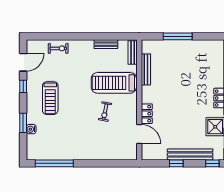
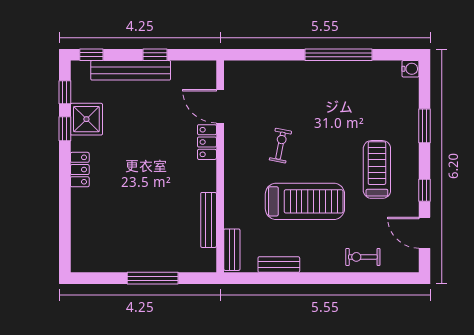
door: (23, 62) -> (425, 233), hinge flipped
treadmill: (114, 83) -> (305, 201), moved
water cooler: (31, 129) -> (410, 69), moved
window: (54, 163) -> (339, 55), moved

